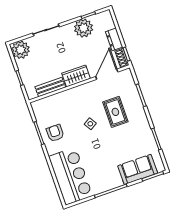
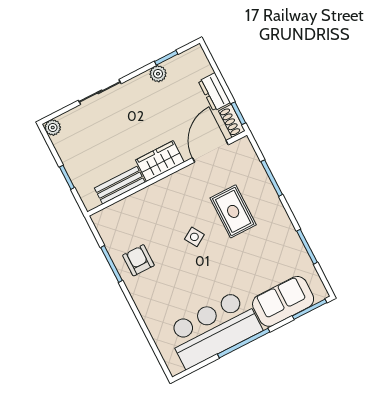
plant: (84, 28) -> (158, 74), width x0.53, depth x0.53
plant: (21, 50) -> (53, 127), width x0.53, depth x0.53
bar counter: (71, 176) -> (214, 329), moved, turned -90

